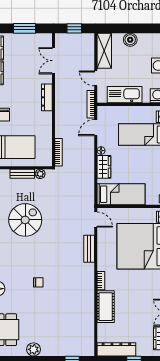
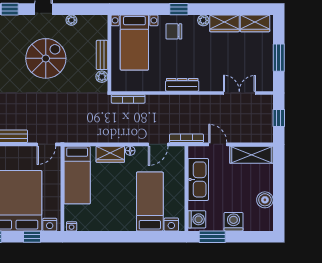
boiler: (130, 40) -> (265, 200), moved
door: (96, 78) -> (218, 144), hinge flipped
dresser: (47, 97) -> (182, 85), moved
door: (96, 128) -> (158, 144), swing flipped
spiral stairs: (25, 220) -> (46, 58), turned -90

